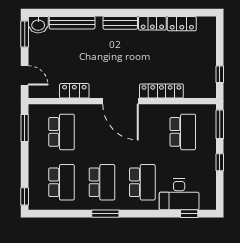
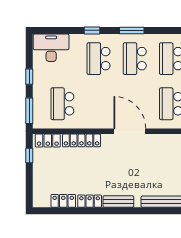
locker: (74, 91) -> (48, 141), moved
door: (121, 101) -> (130, 131), moved
desk: (179, 194) -> (51, 48), moved
window: (189, 214) -> (92, 30), moved

